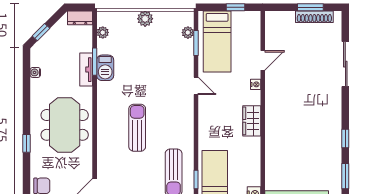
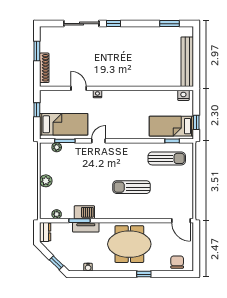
shoe rack: (314, 17) -> (44, 68), moved
wardrobe: (252, 121) -> (126, 97), removed
window: (345, 139) -> (113, 24), moved

